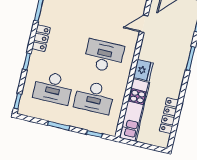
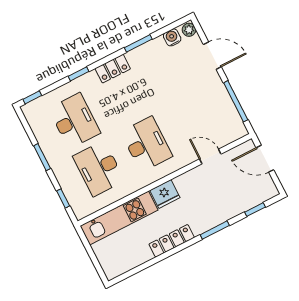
desk: (53, 88) -> (74, 121), turned 180
locker: (169, 116) -> (172, 241), moved

